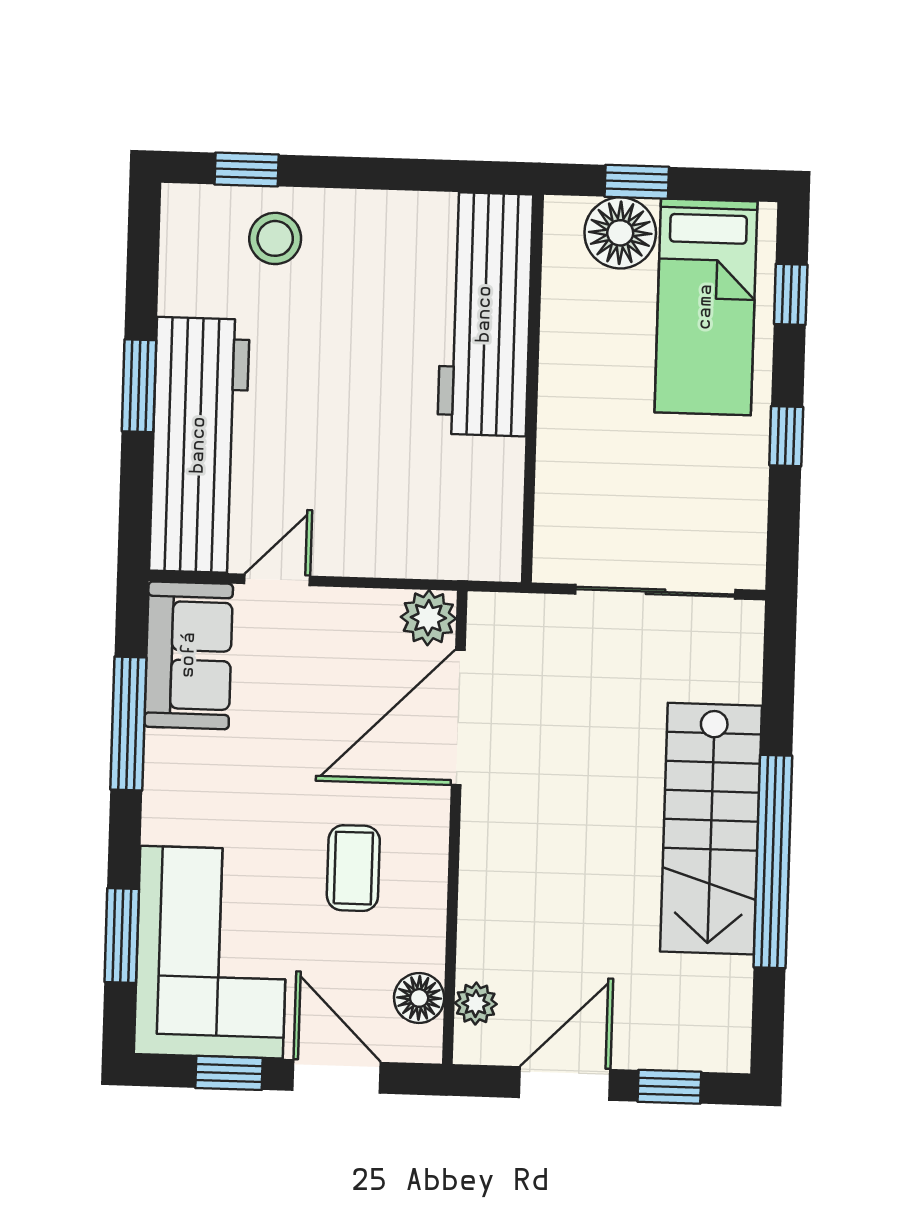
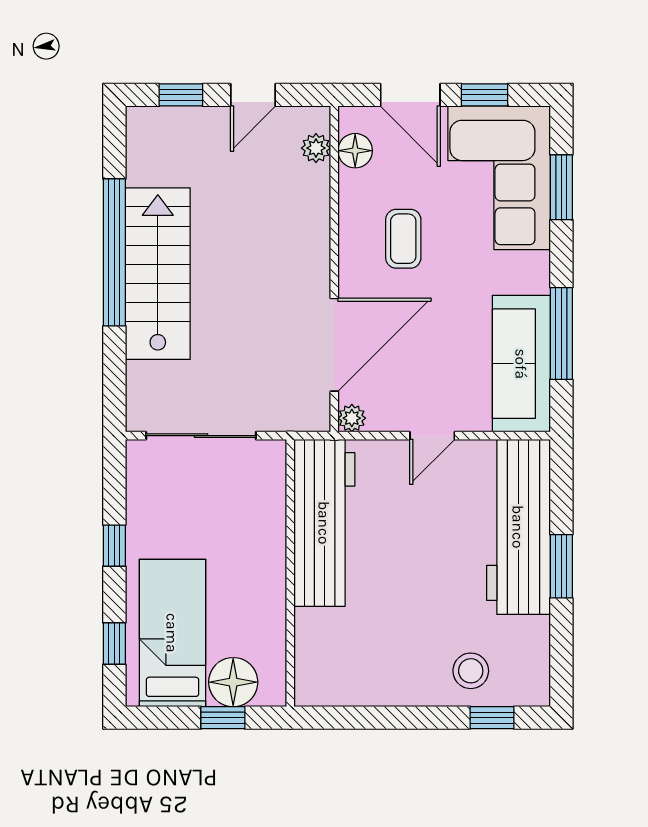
workbench: (485, 314) -> (324, 523), moved
door: (277, 580) -> (432, 436), moved
plant: (428, 618) -> (352, 418), width x0.73, depth x0.73
sofa: (189, 655) -> (521, 364), width x1.36
door: (565, 1083) -> (253, 95), width x0.73

